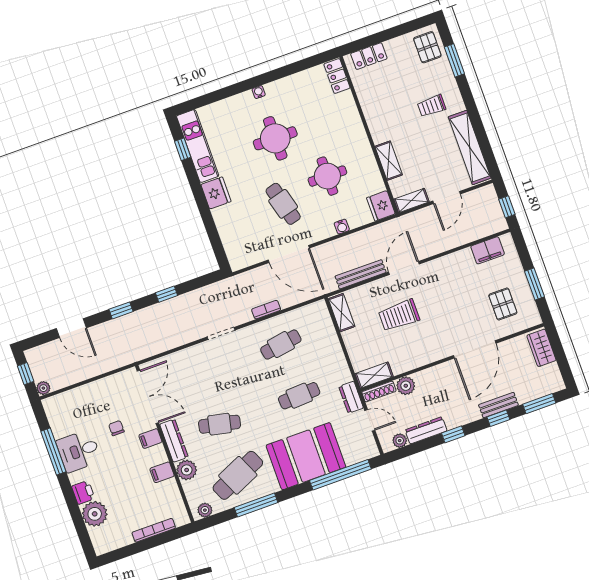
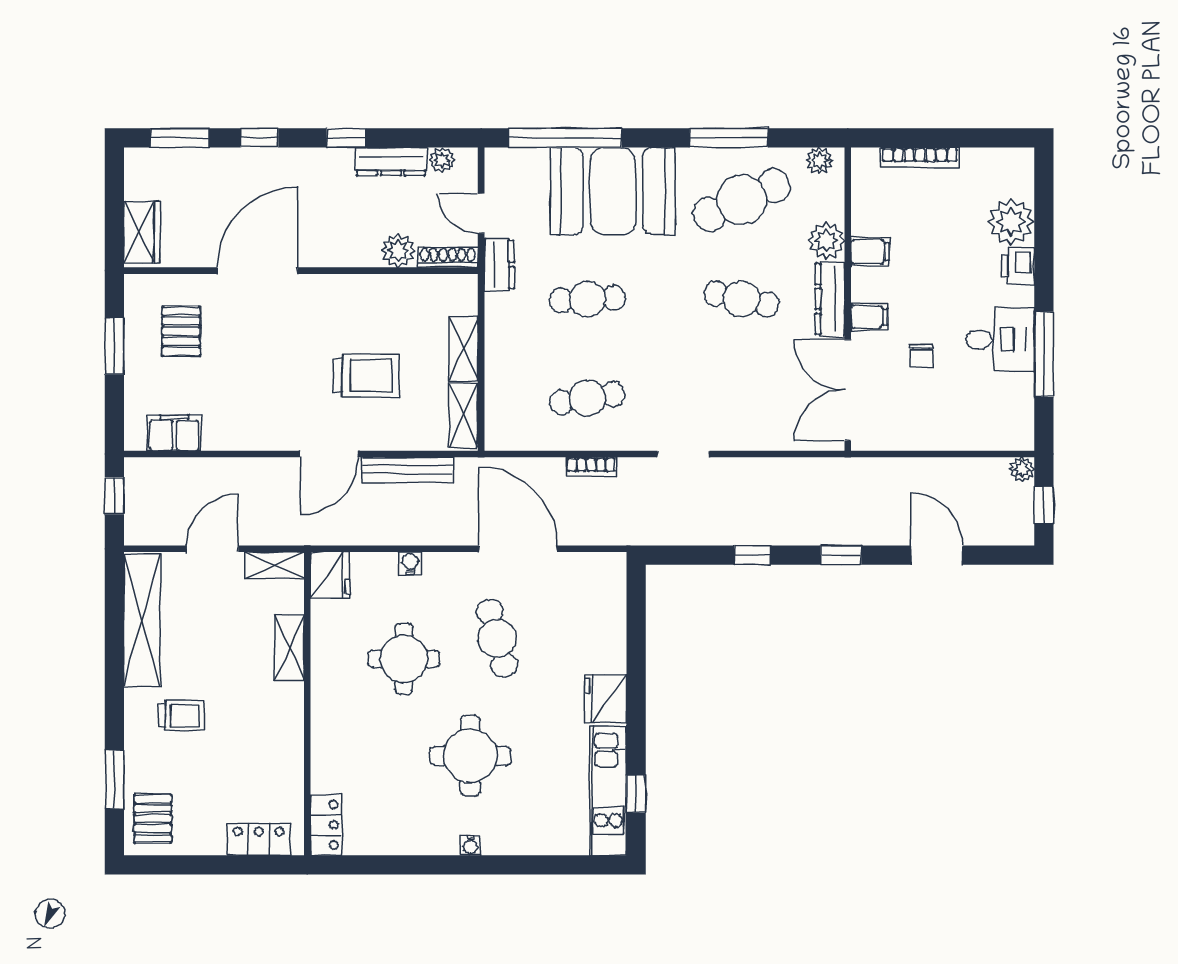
shelving: (374, 375) -> (464, 349), moved, turned 90
bench: (498, 405) -> (251, 160), removed

